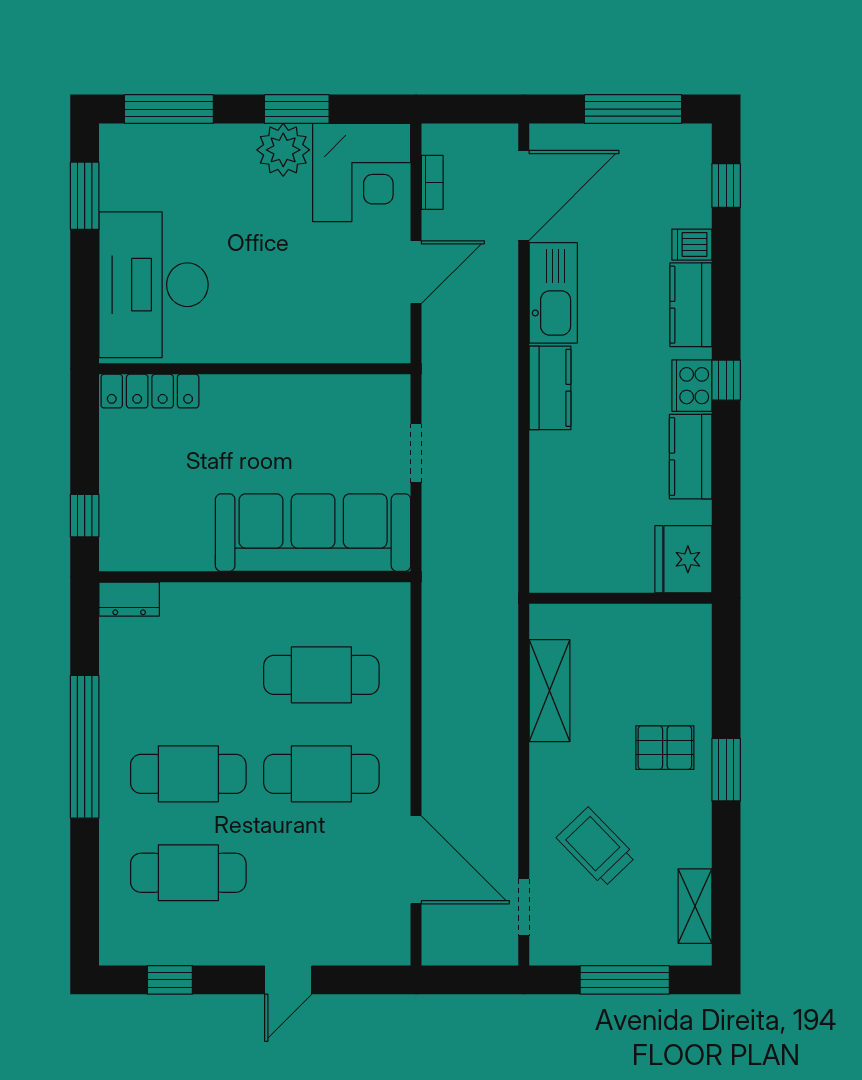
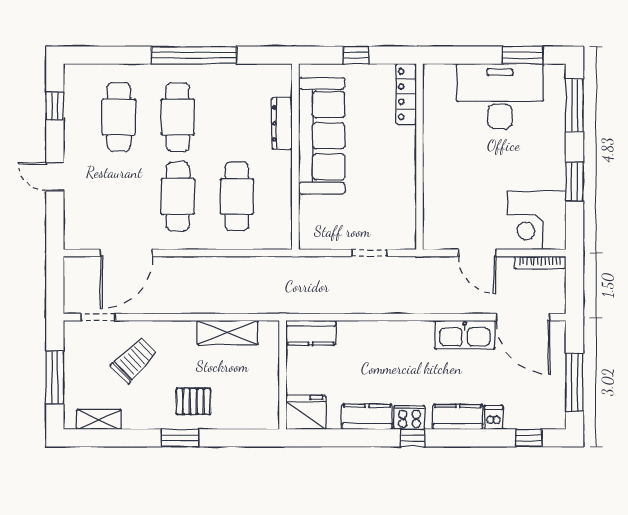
plant: (283, 150) -> (550, 174), removed
bookcase: (432, 182) -> (540, 263), width x1.56
desk: (154, 285) -> (500, 96), moved
kitchen counter: (550, 388) -> (311, 333), moved
window: (85, 516) -> (356, 55), moved
sofa: (313, 533) -> (322, 136), moved
dresser: (129, 599) -> (282, 123), moved, width x1.44
pallet: (665, 748) -> (193, 401), turned 90

